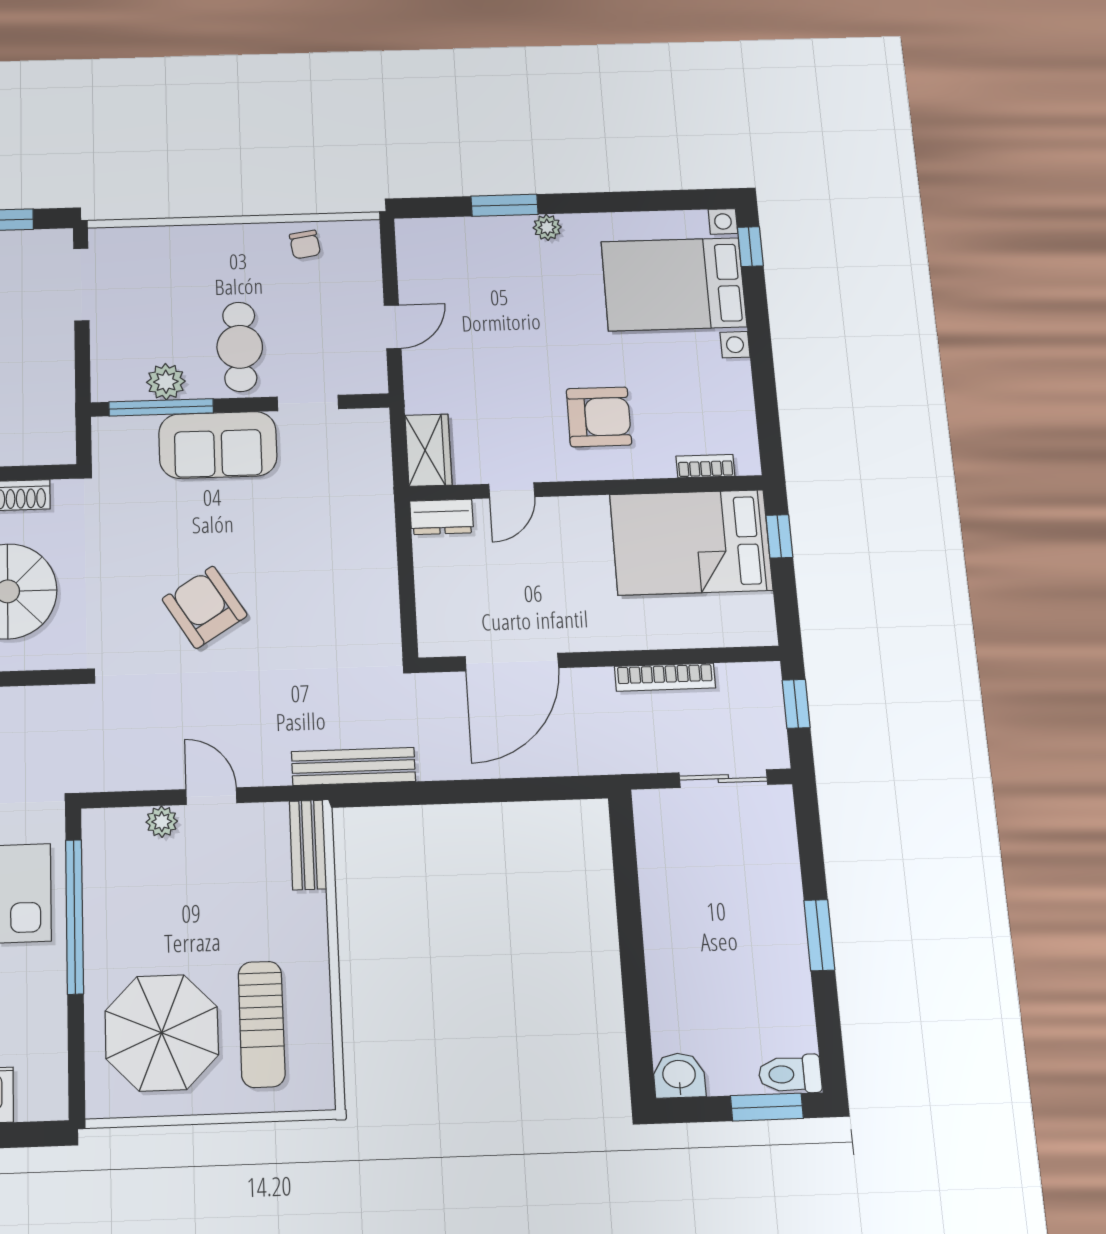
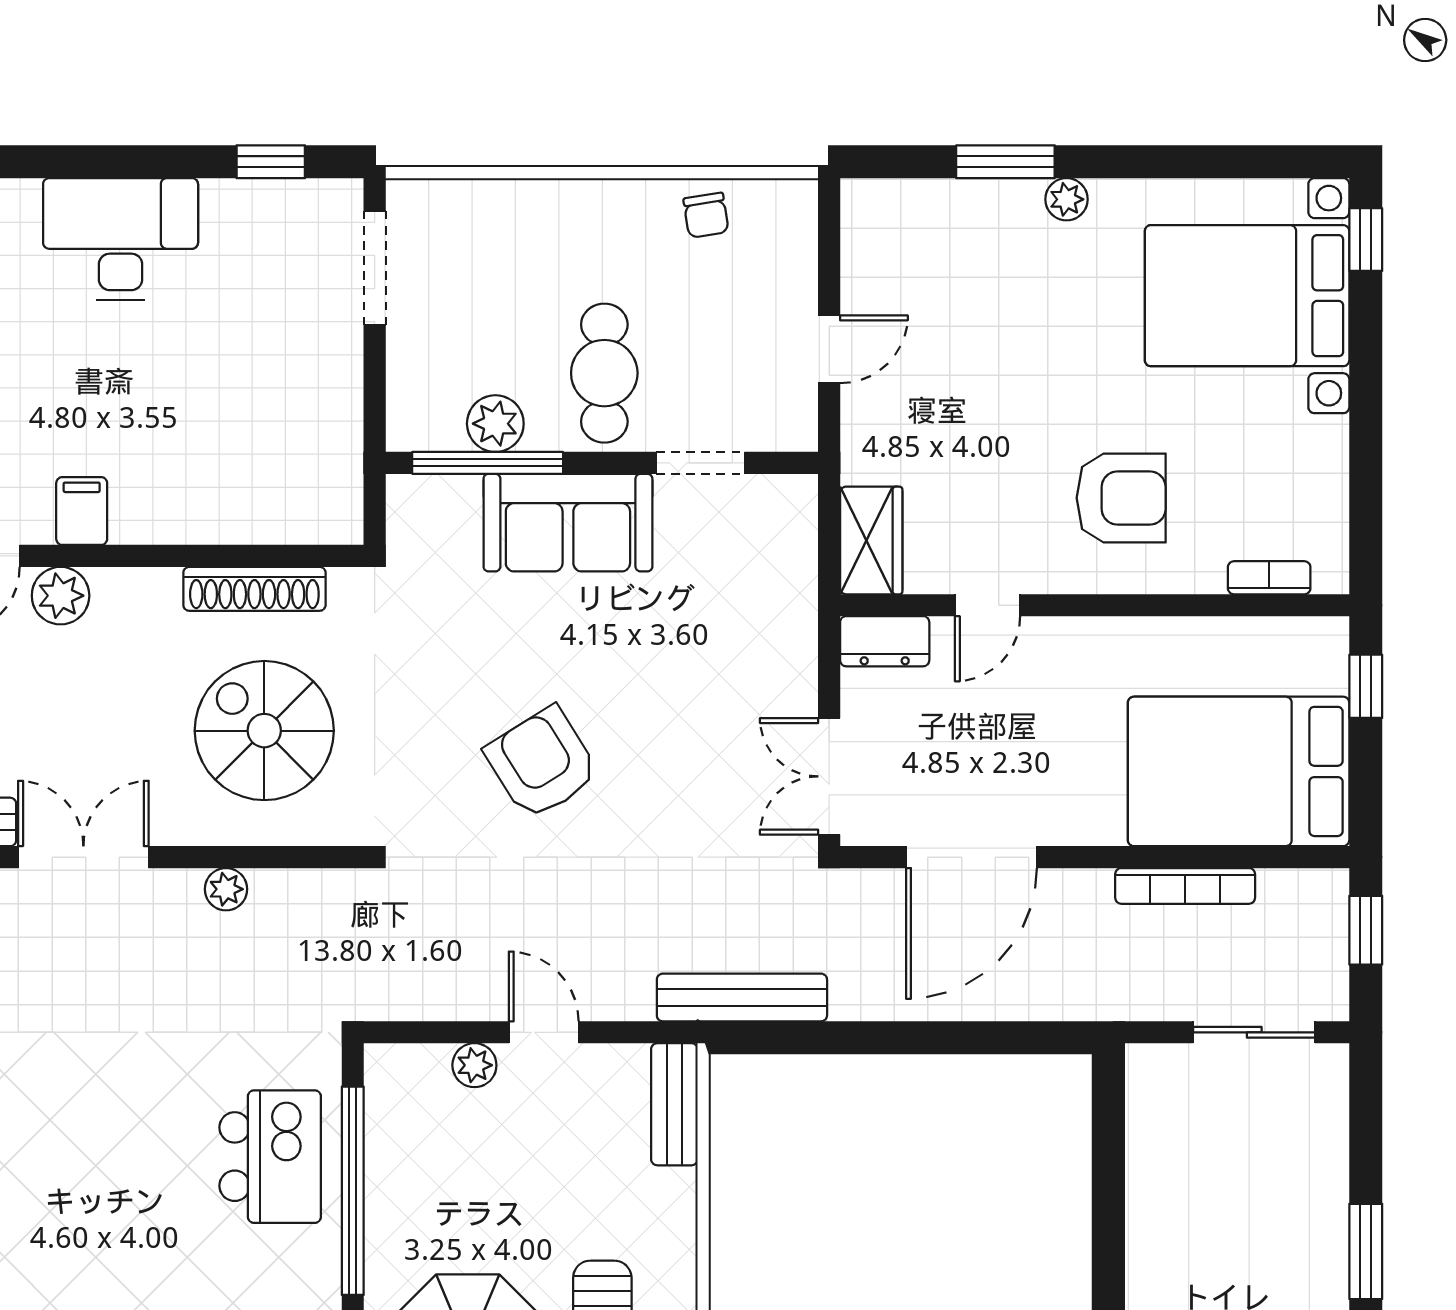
bed: (691, 542) -> (1239, 771), moved
double door: (408, 610) -> (829, 776), added

